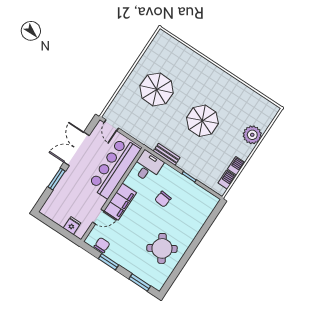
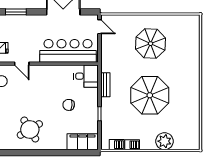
parasol: (202, 121) -> (150, 95), width x1.36, depth x1.36
door: (111, 125) -> (99, 27), swing flipped
window: (57, 179) -> (16, 12), moved
filing cabinet: (120, 202) -> (83, 142), moved, turned 180

